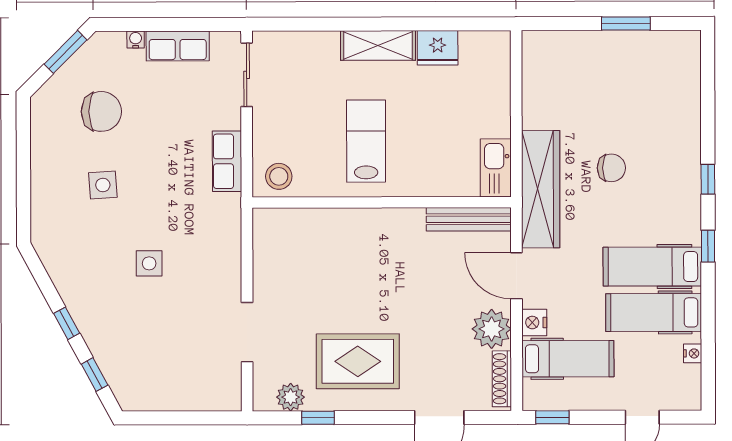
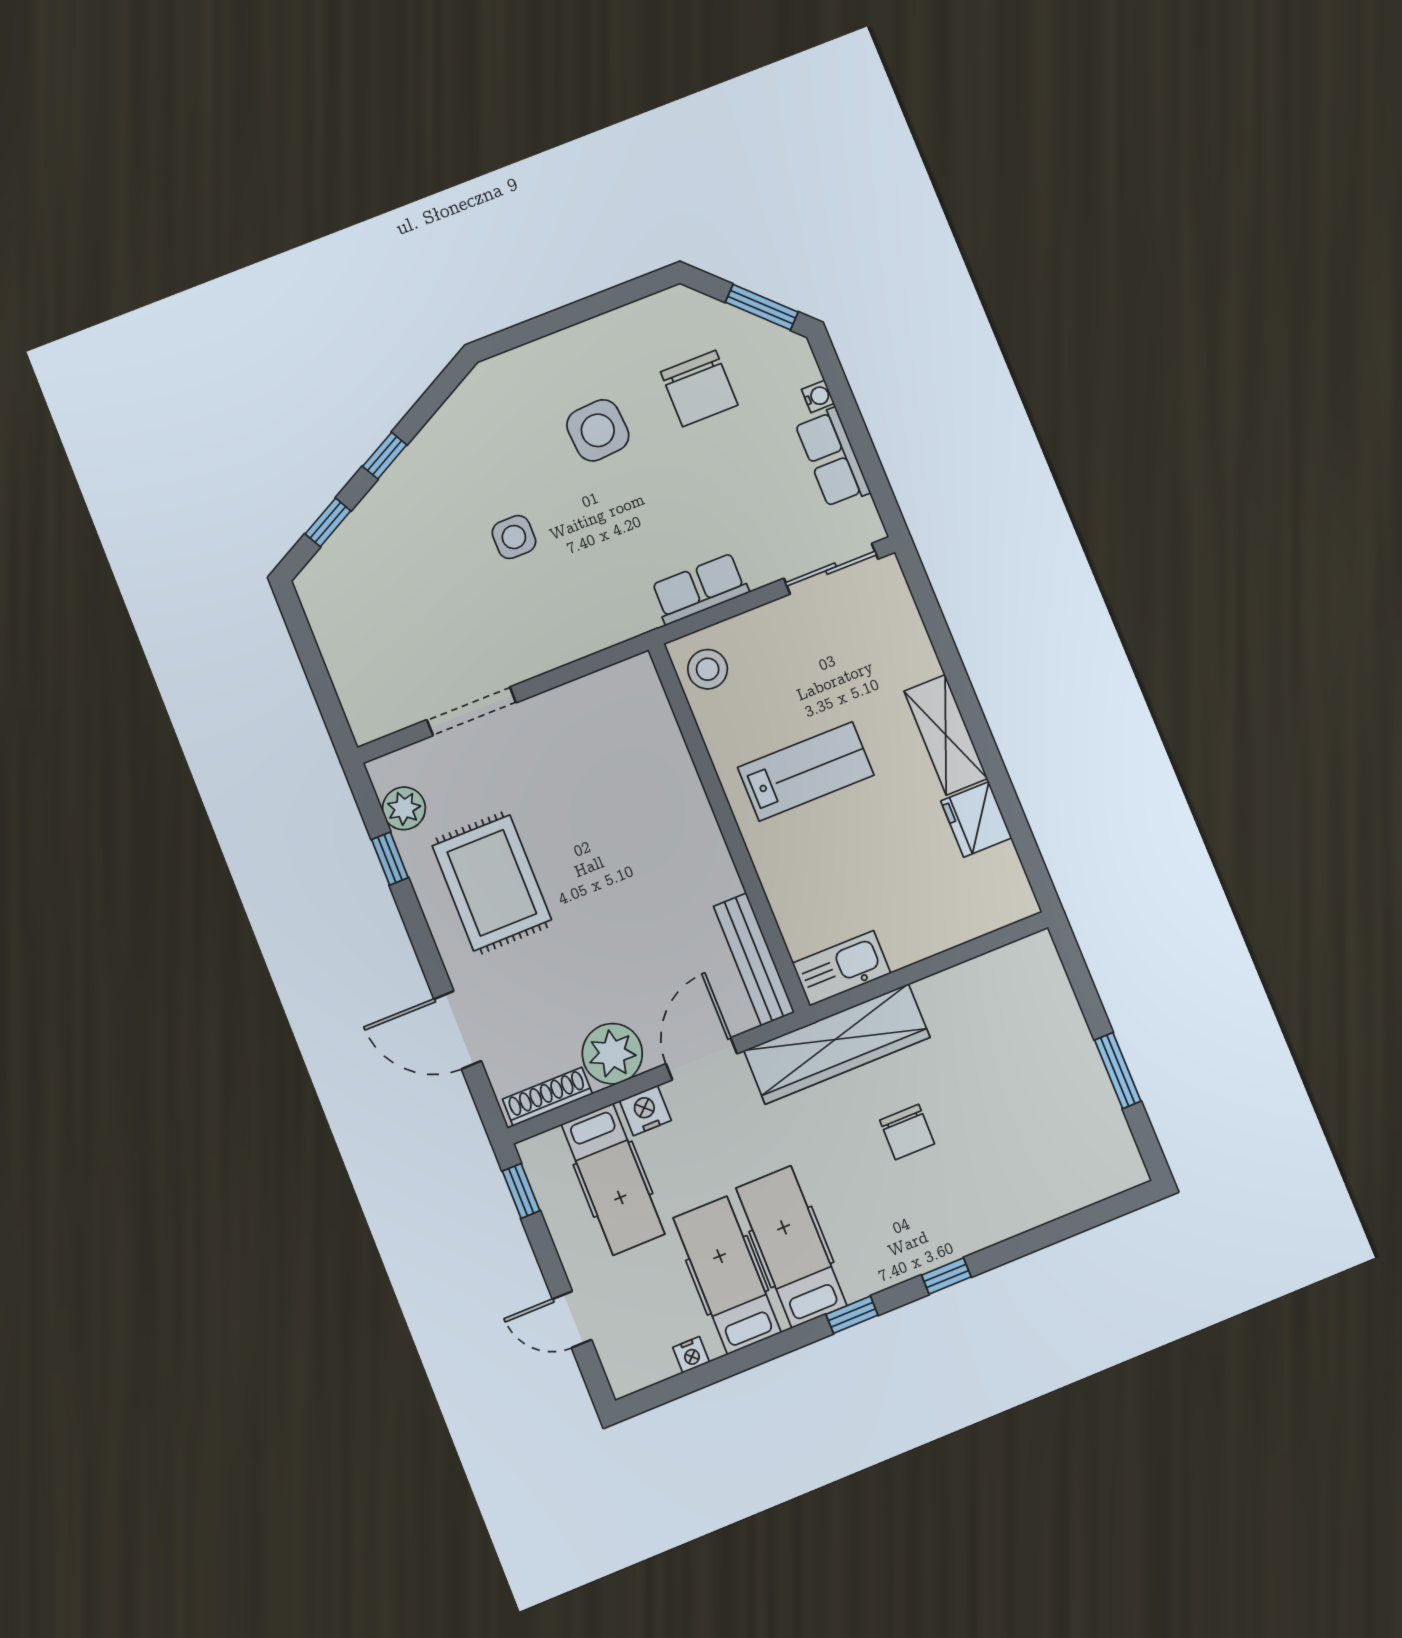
side table: (103, 185) -> (598, 430), width x1.37, depth x1.37

